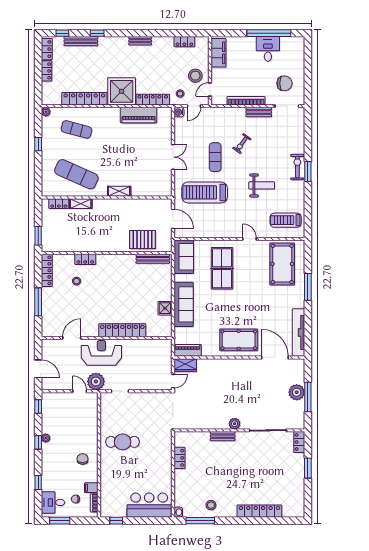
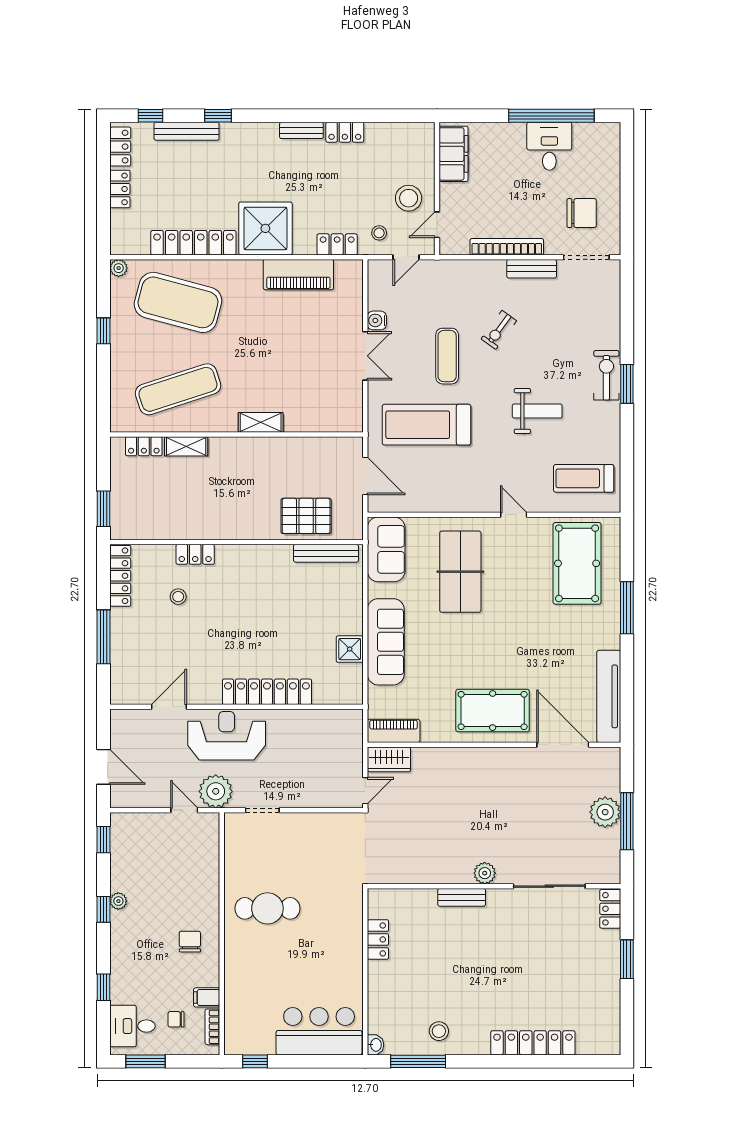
locker: (184, 42) -> (345, 132), moved
locker: (153, 100) -> (337, 244), width x0.66
water cooler: (179, 112) -> (377, 320), moved
exercise mat: (76, 129) -> (178, 302), width x2.00, depth x1.45
exercise mat: (76, 174) -> (178, 389), turned -42

